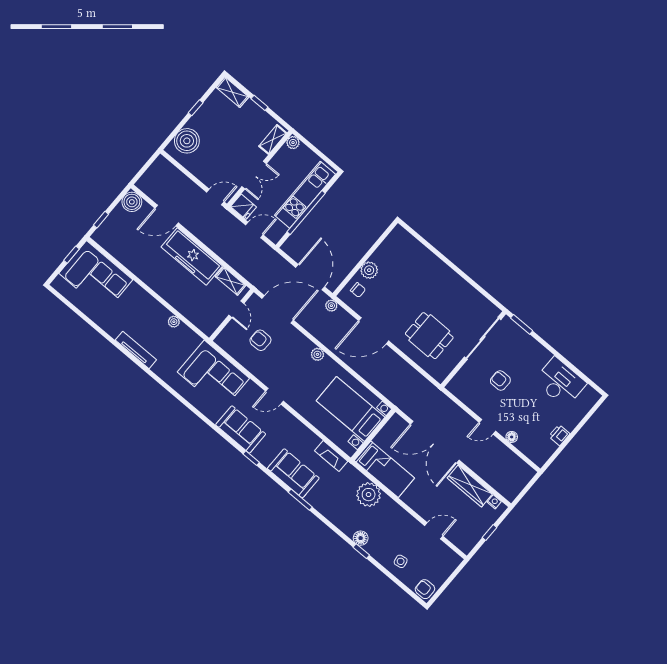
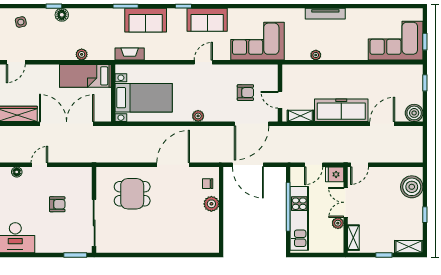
plant: (293, 143) -> (338, 223), moved
plant: (331, 306) -> (217, 157), removed
plant: (369, 495) -> (82, 54), width x0.53, depth x0.53

